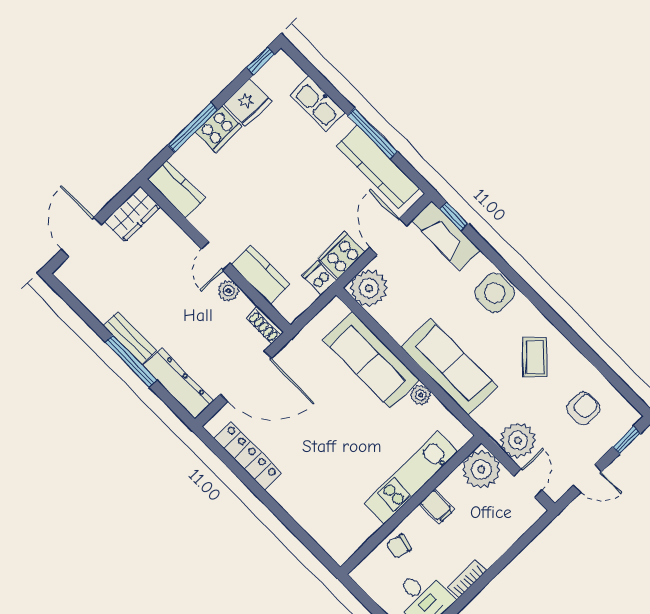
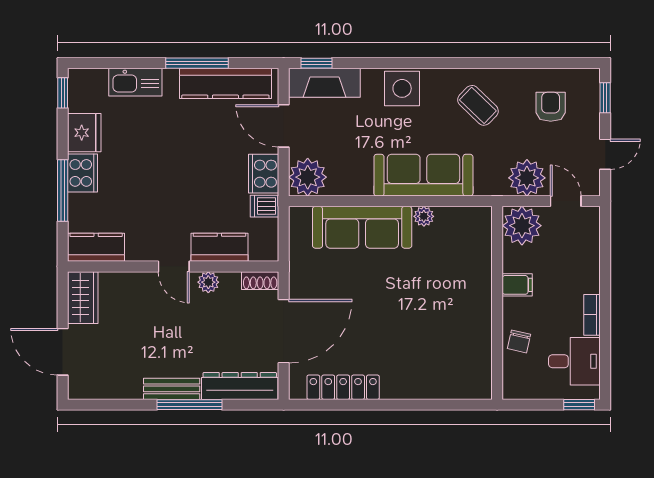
kitchen unit: (411, 478) -> (477, 283), removed

